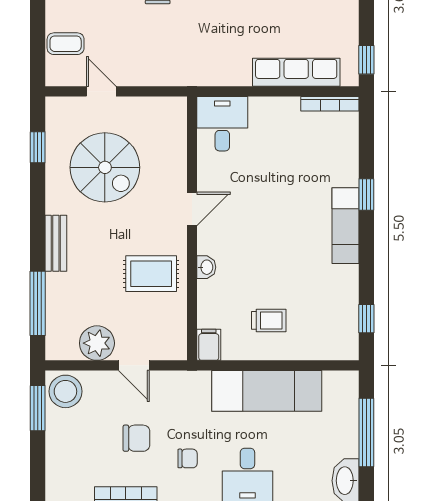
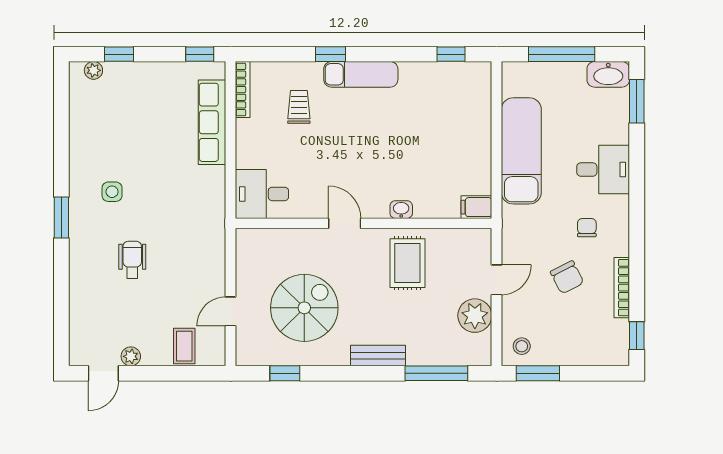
trolley: (269, 320) -> (299, 107), moved
stool: (65, 391) -> (522, 346), width x0.53, depth x0.53
chair: (136, 438) -> (567, 277), turned 153

